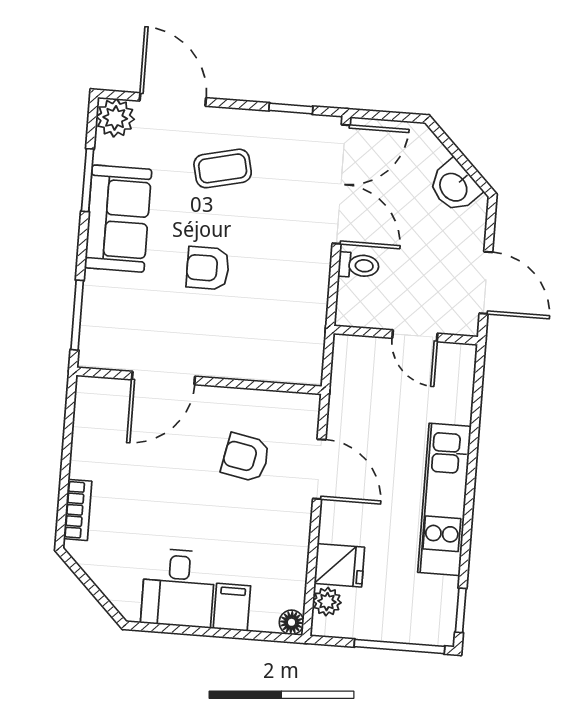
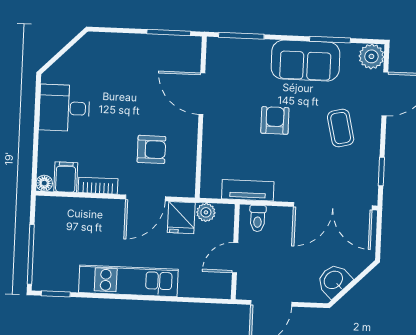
toilet: (359, 265) -> (258, 218), moved
tv unit: (313, 313) -> (248, 190), added
window: (69, 425) -> (169, 33), added
armchair: (246, 457) -> (151, 149), turned 79
bookcase: (78, 510) -> (98, 186), moved, turned 180
fridge: (339, 565) -> (181, 218), moved
plant: (327, 602) -> (206, 212), moved
filing cabinet: (232, 607) -> (66, 177), moved, turned -90

